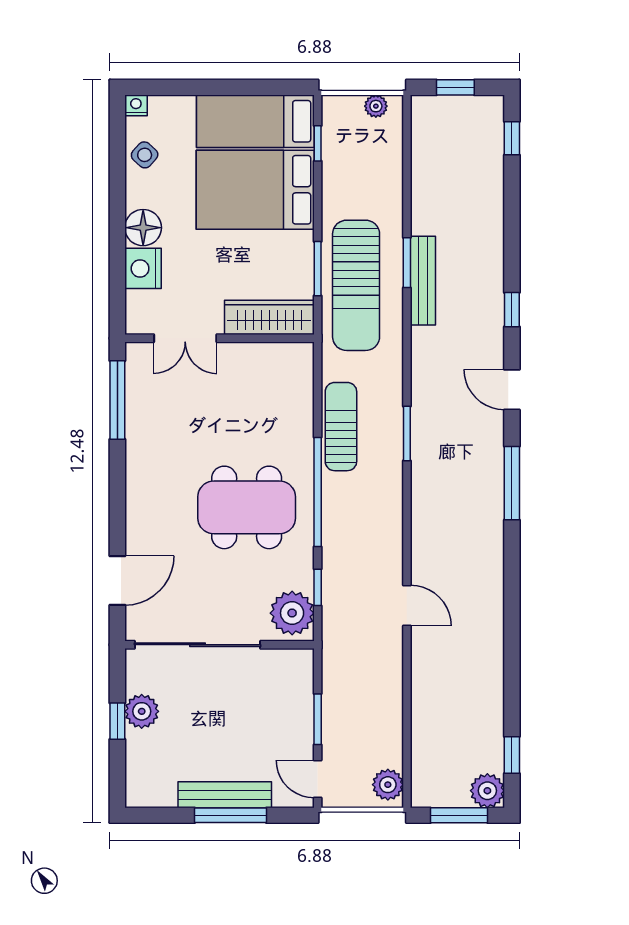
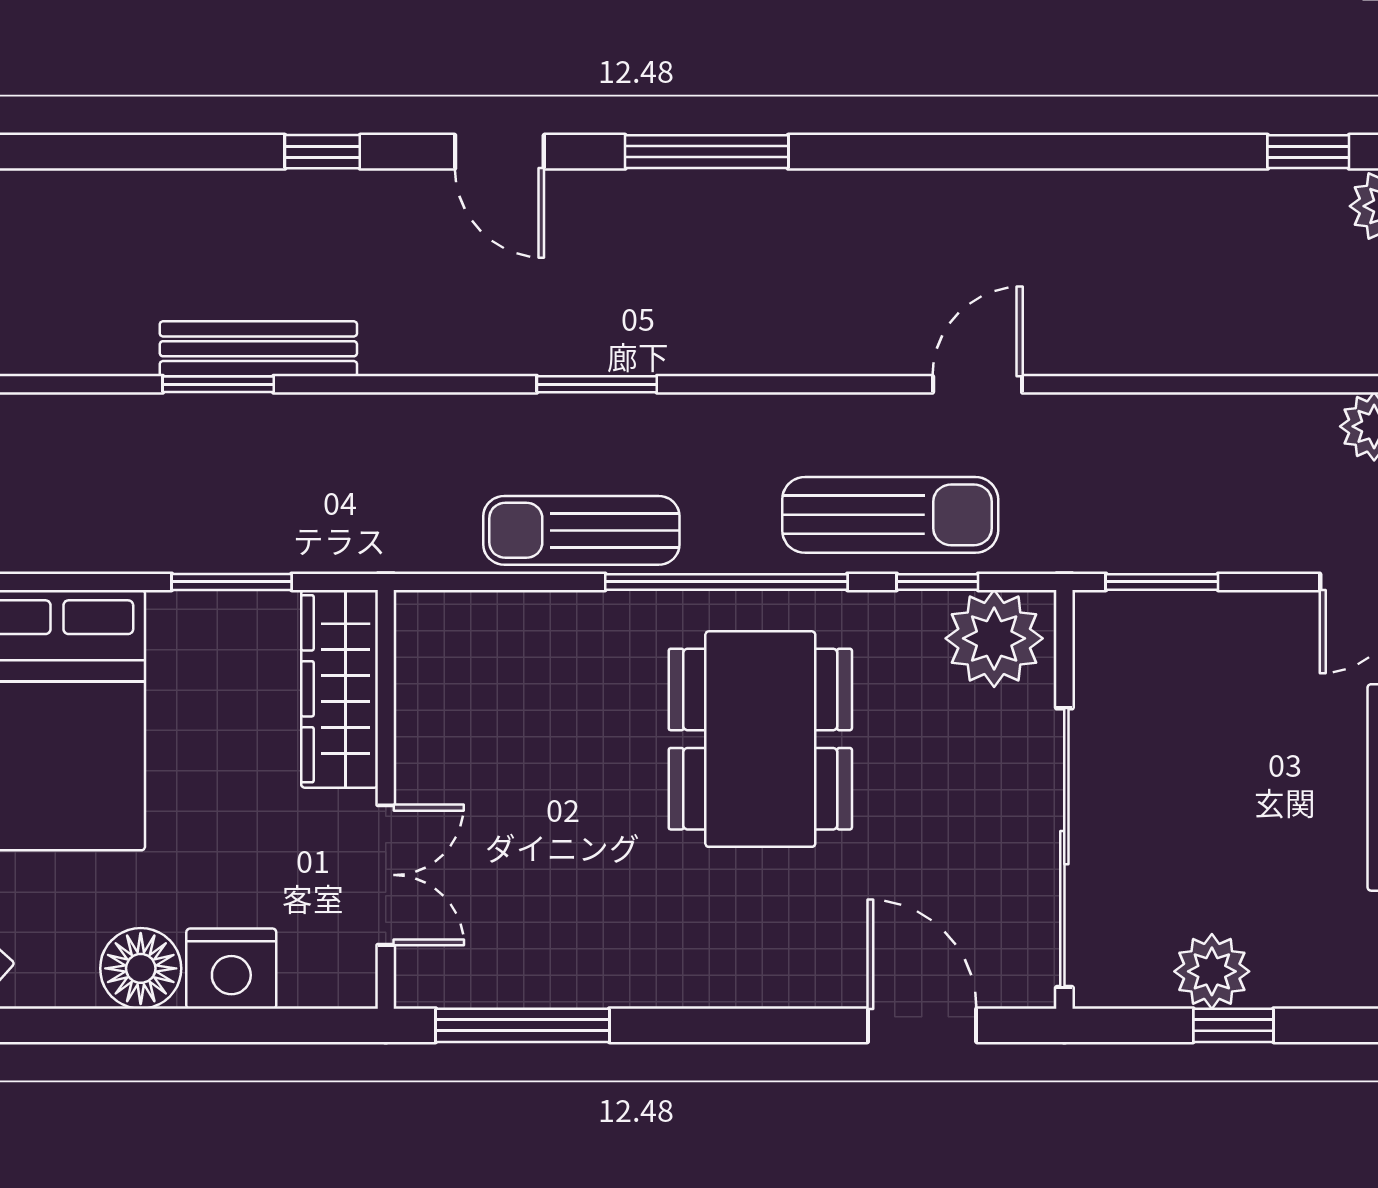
sun lounger: (356, 285) -> (890, 515), moved, width x0.73, depth x0.75
door: (512, 390) -> (499, 152), hinge flipped
window: (318, 719) -> (1162, 582), moved

